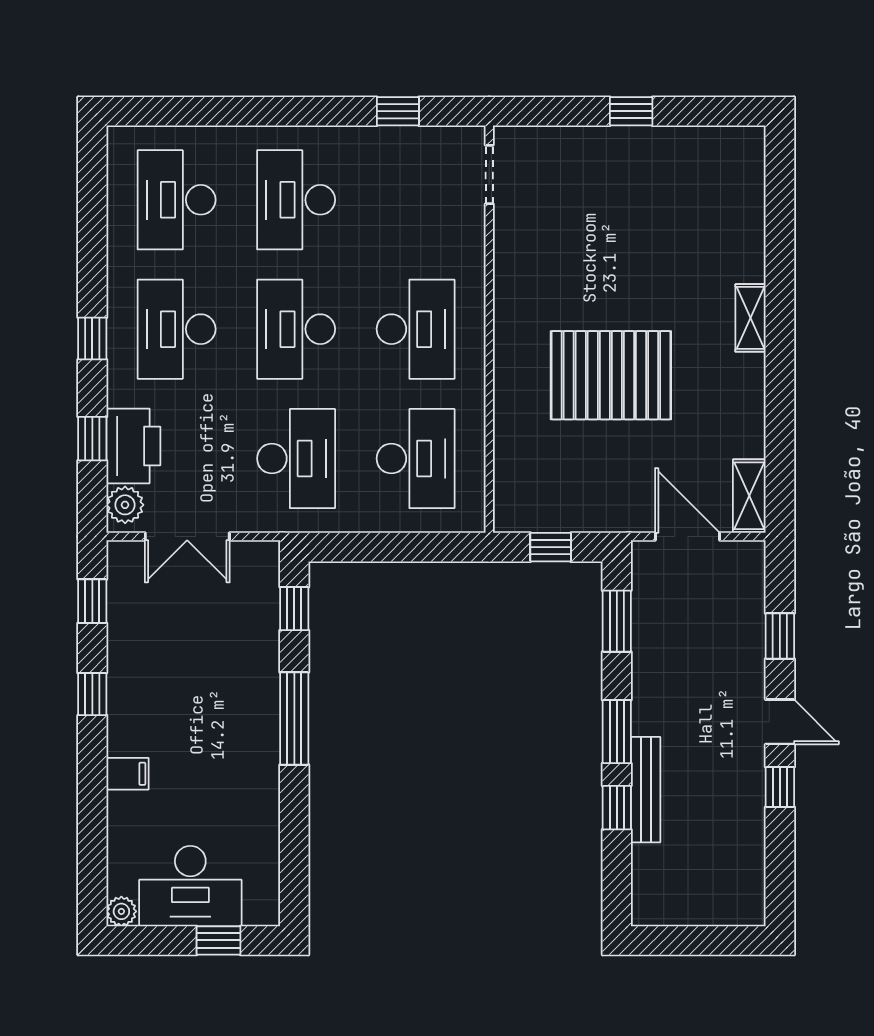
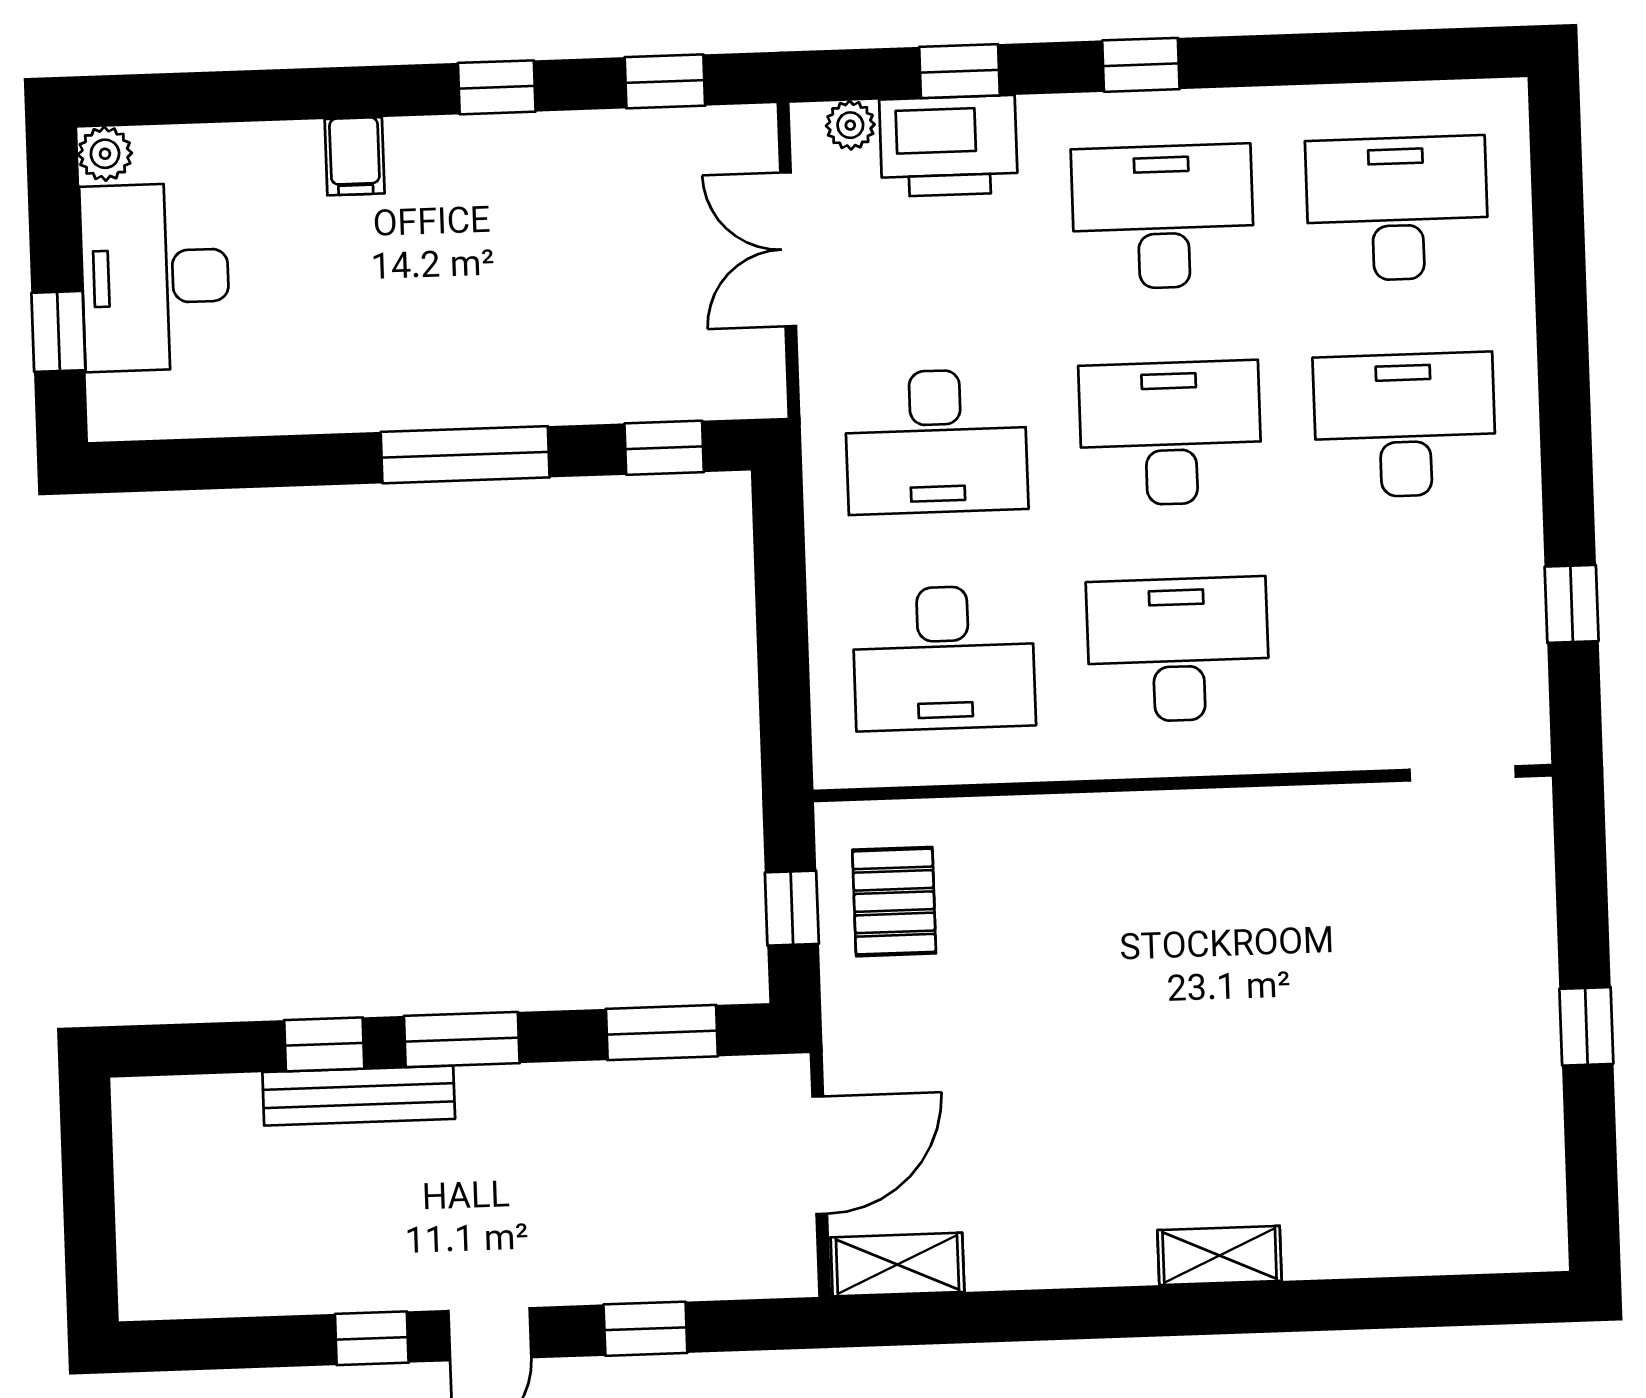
desk: (416, 329) -> (1178, 650), turned 180
pallet: (611, 375) -> (894, 902), moved, width x0.49, depth x0.50
plant: (125, 505) -> (850, 125), width x0.73, depth x0.73

